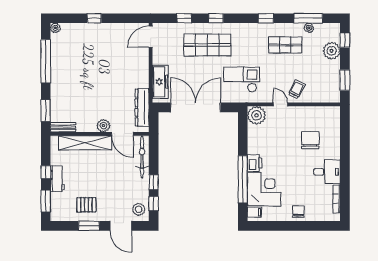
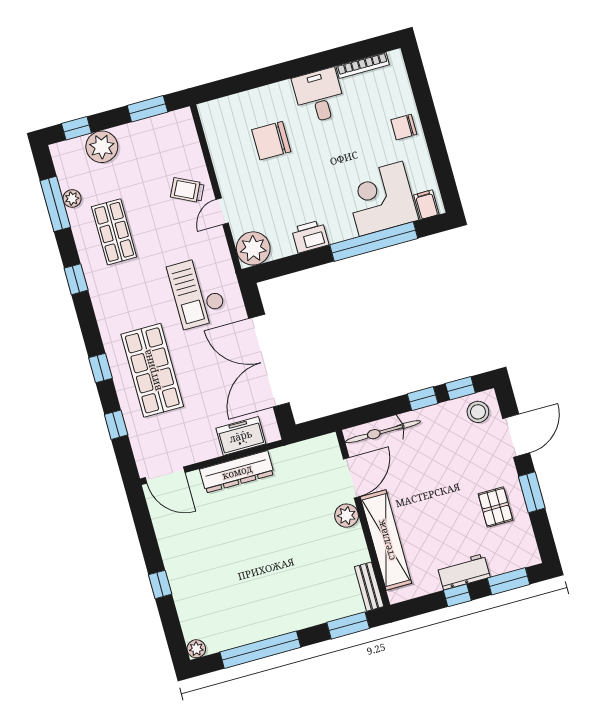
freezer: (160, 82) -> (241, 436), width x0.71
dresser: (142, 108) -> (237, 472), moved
printer: (255, 163) -> (310, 236), moved

